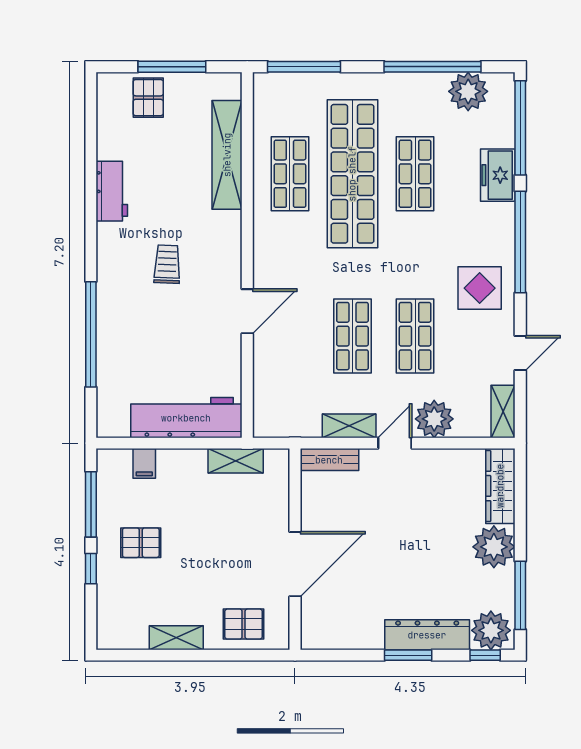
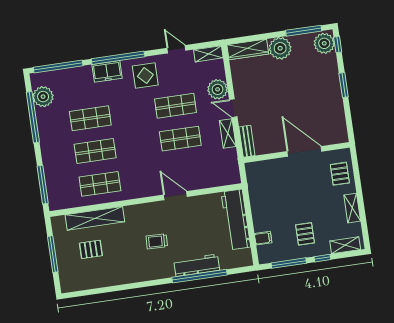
pallet: (148, 98) -> (91, 249), moved
shop shelf: (352, 174) -> (95, 151), width x0.50, depth x0.74
freezer: (498, 175) -> (107, 71), moved
workbench: (112, 191) -> (197, 265), moved, width x1.38
shelving: (236, 461) -> (345, 245), moved, turned 90
dresser: (427, 635) -> (331, 76), removed

